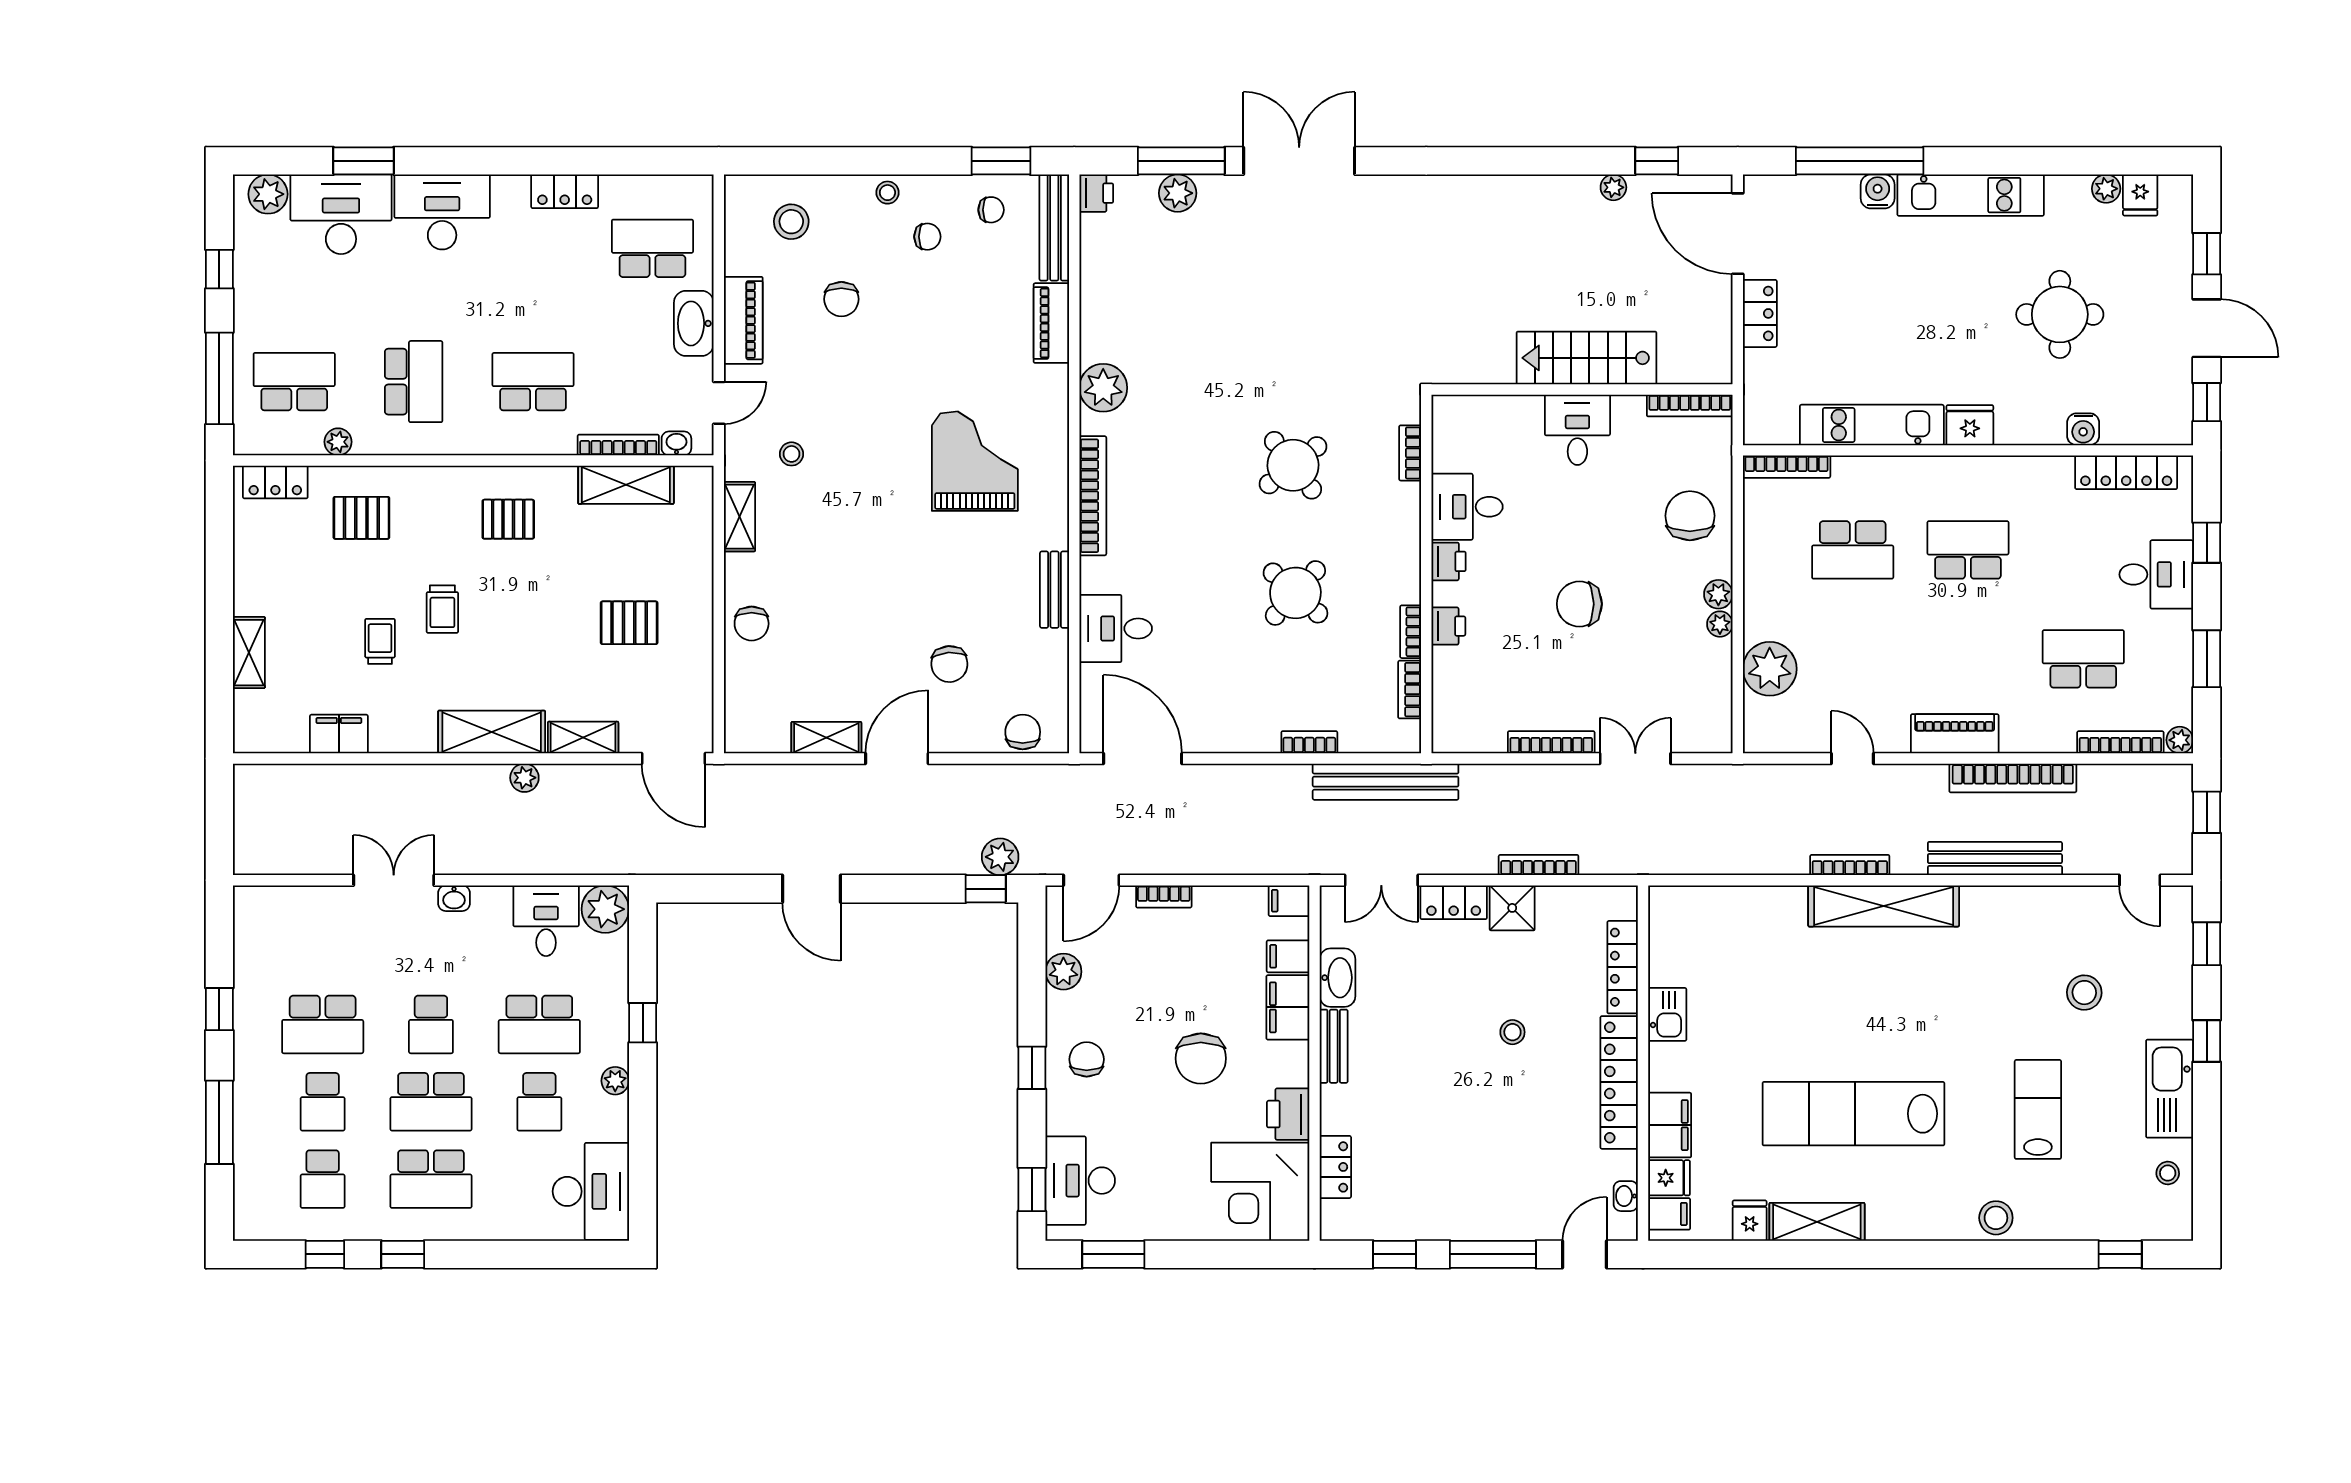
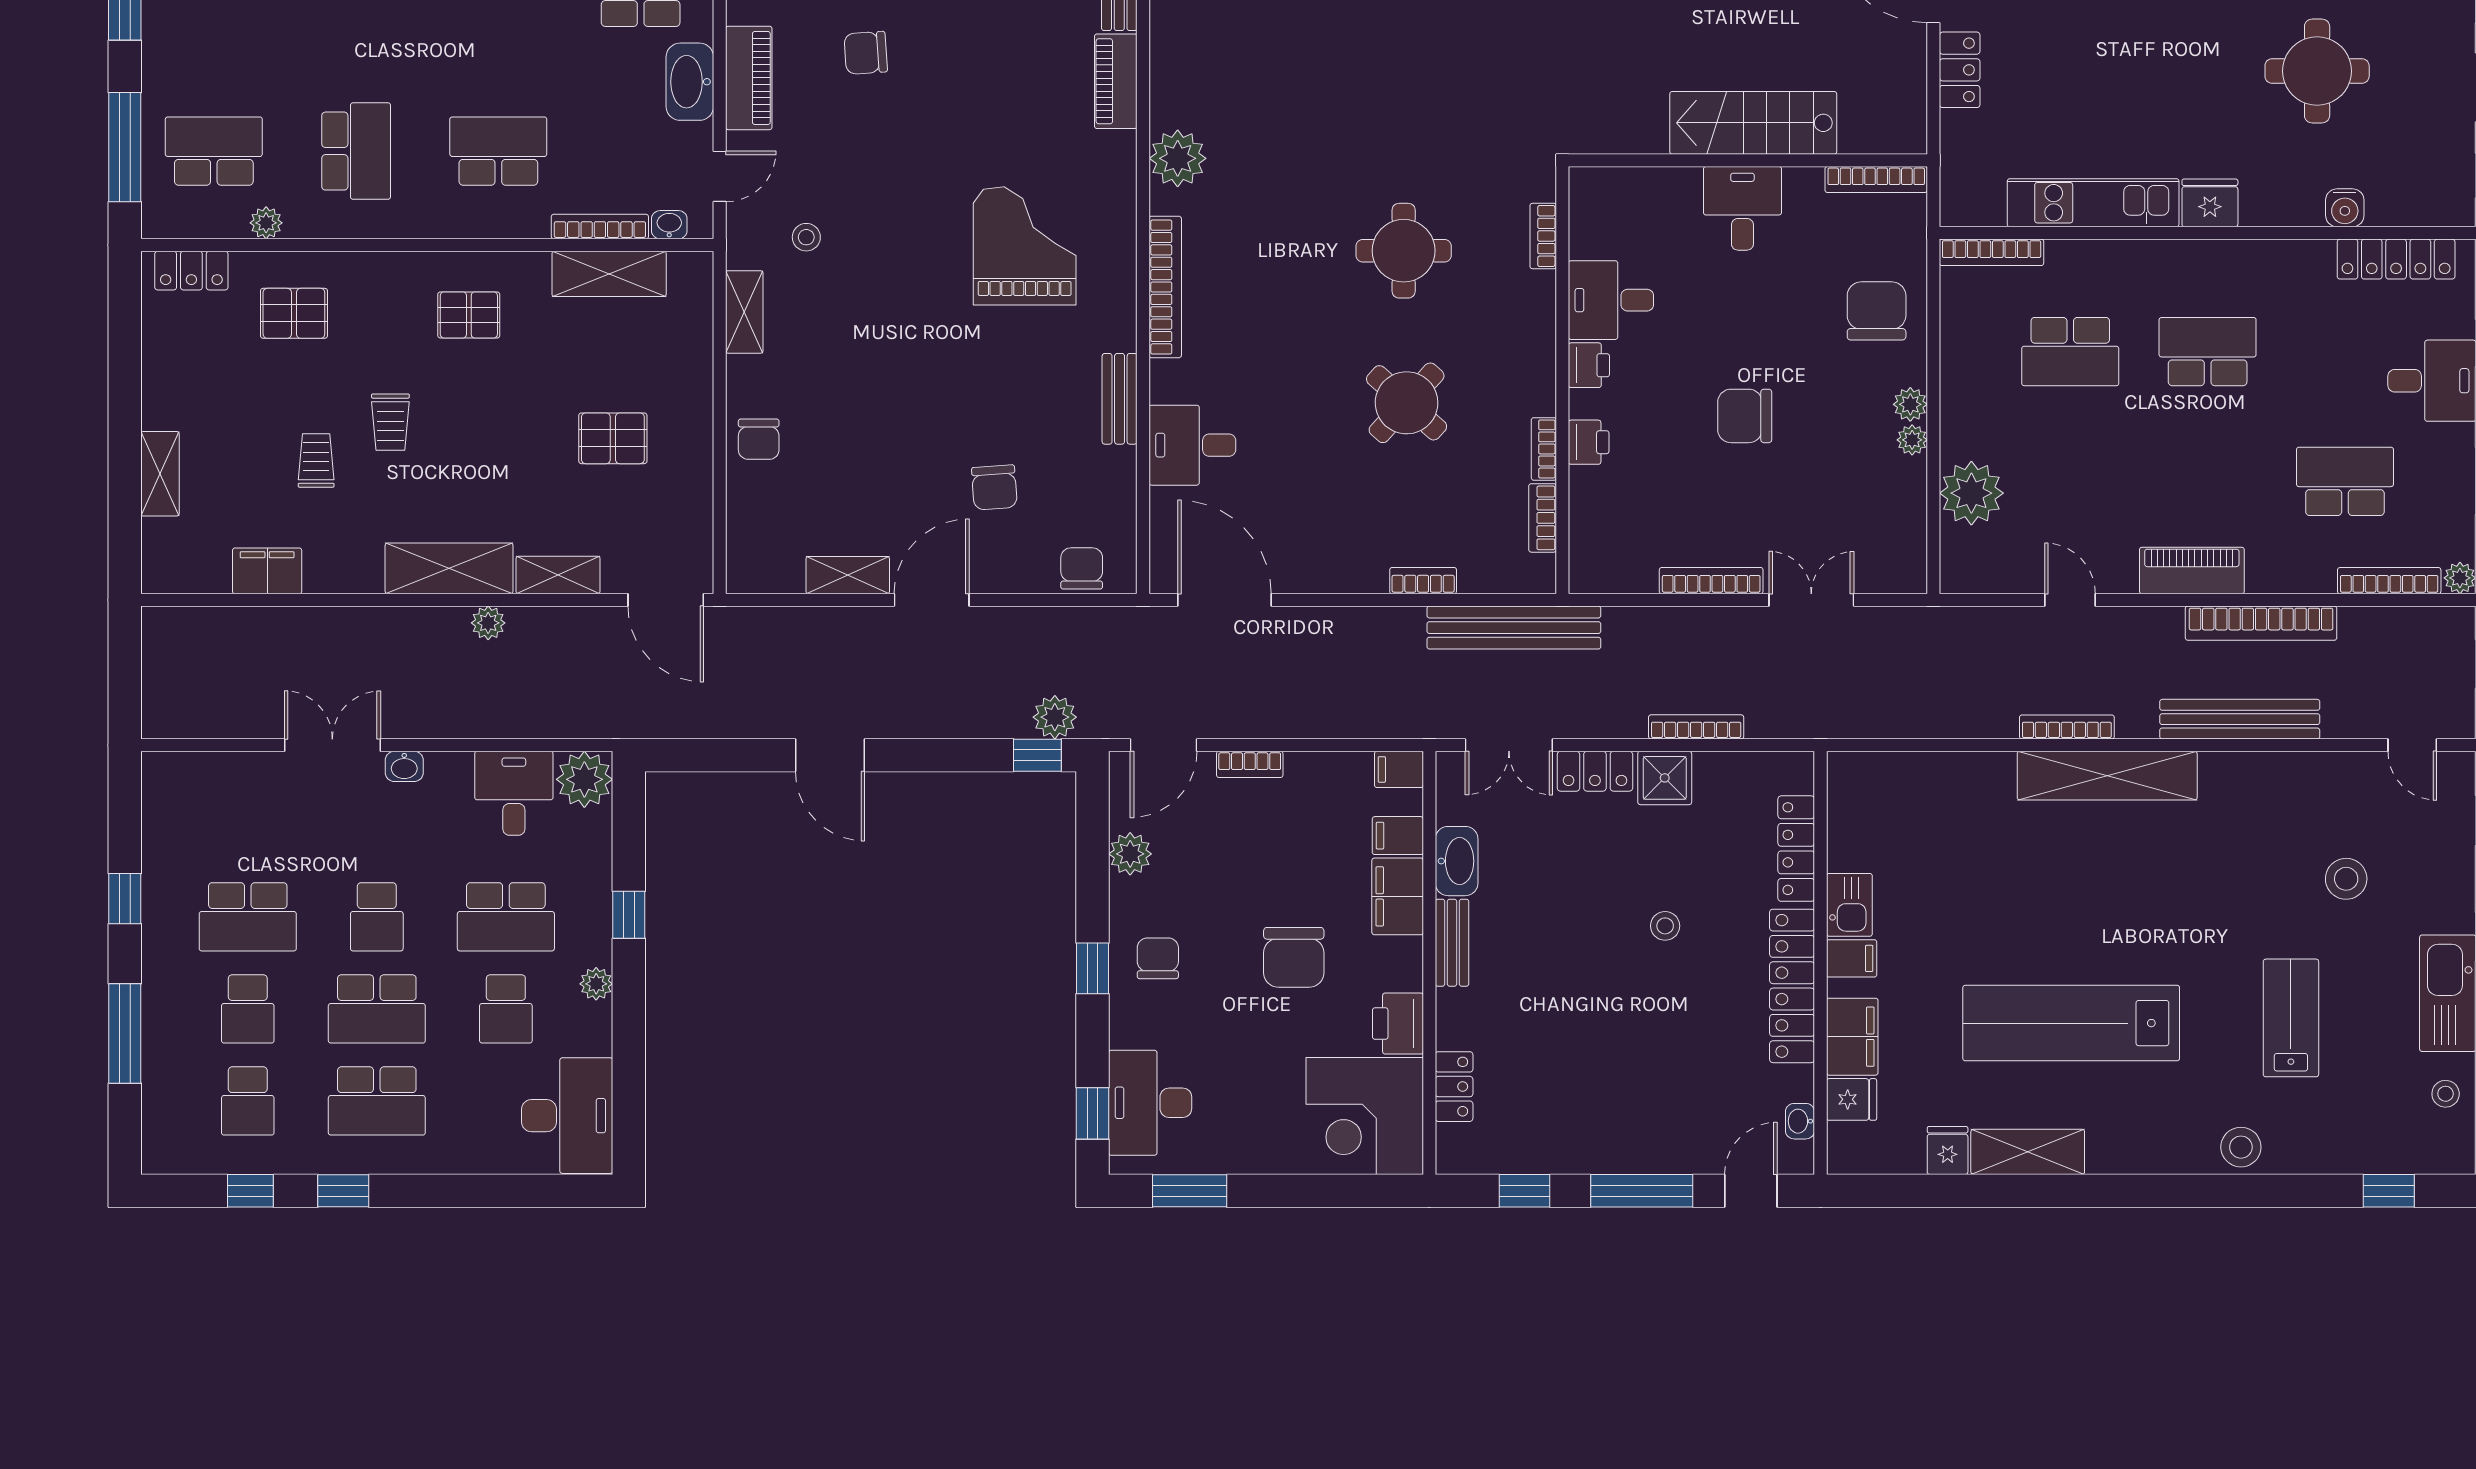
chair: (841, 299) -> (866, 53), turned 86
round table: (1293, 465) -> (1404, 251), turned 38
filing cabinet: (1669, 1214) -> (1852, 958), moved

